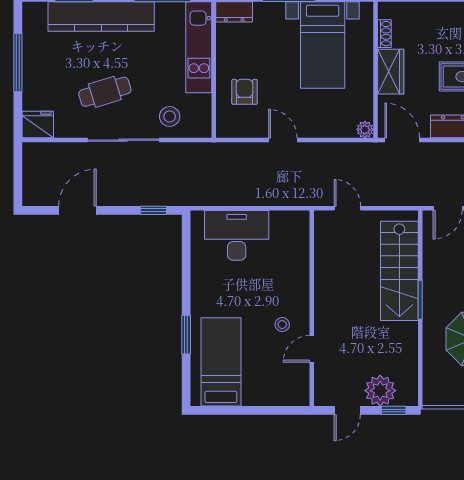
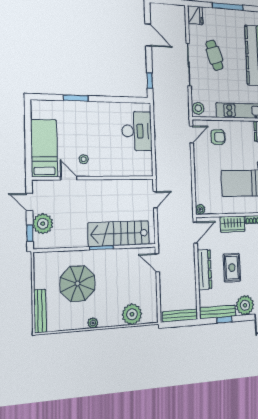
stool: (170, 117) -> (198, 108), moved
door: (283, 140) -> (191, 134), moved
bed: (221, 362) -> (44, 148), moved, turned -90

